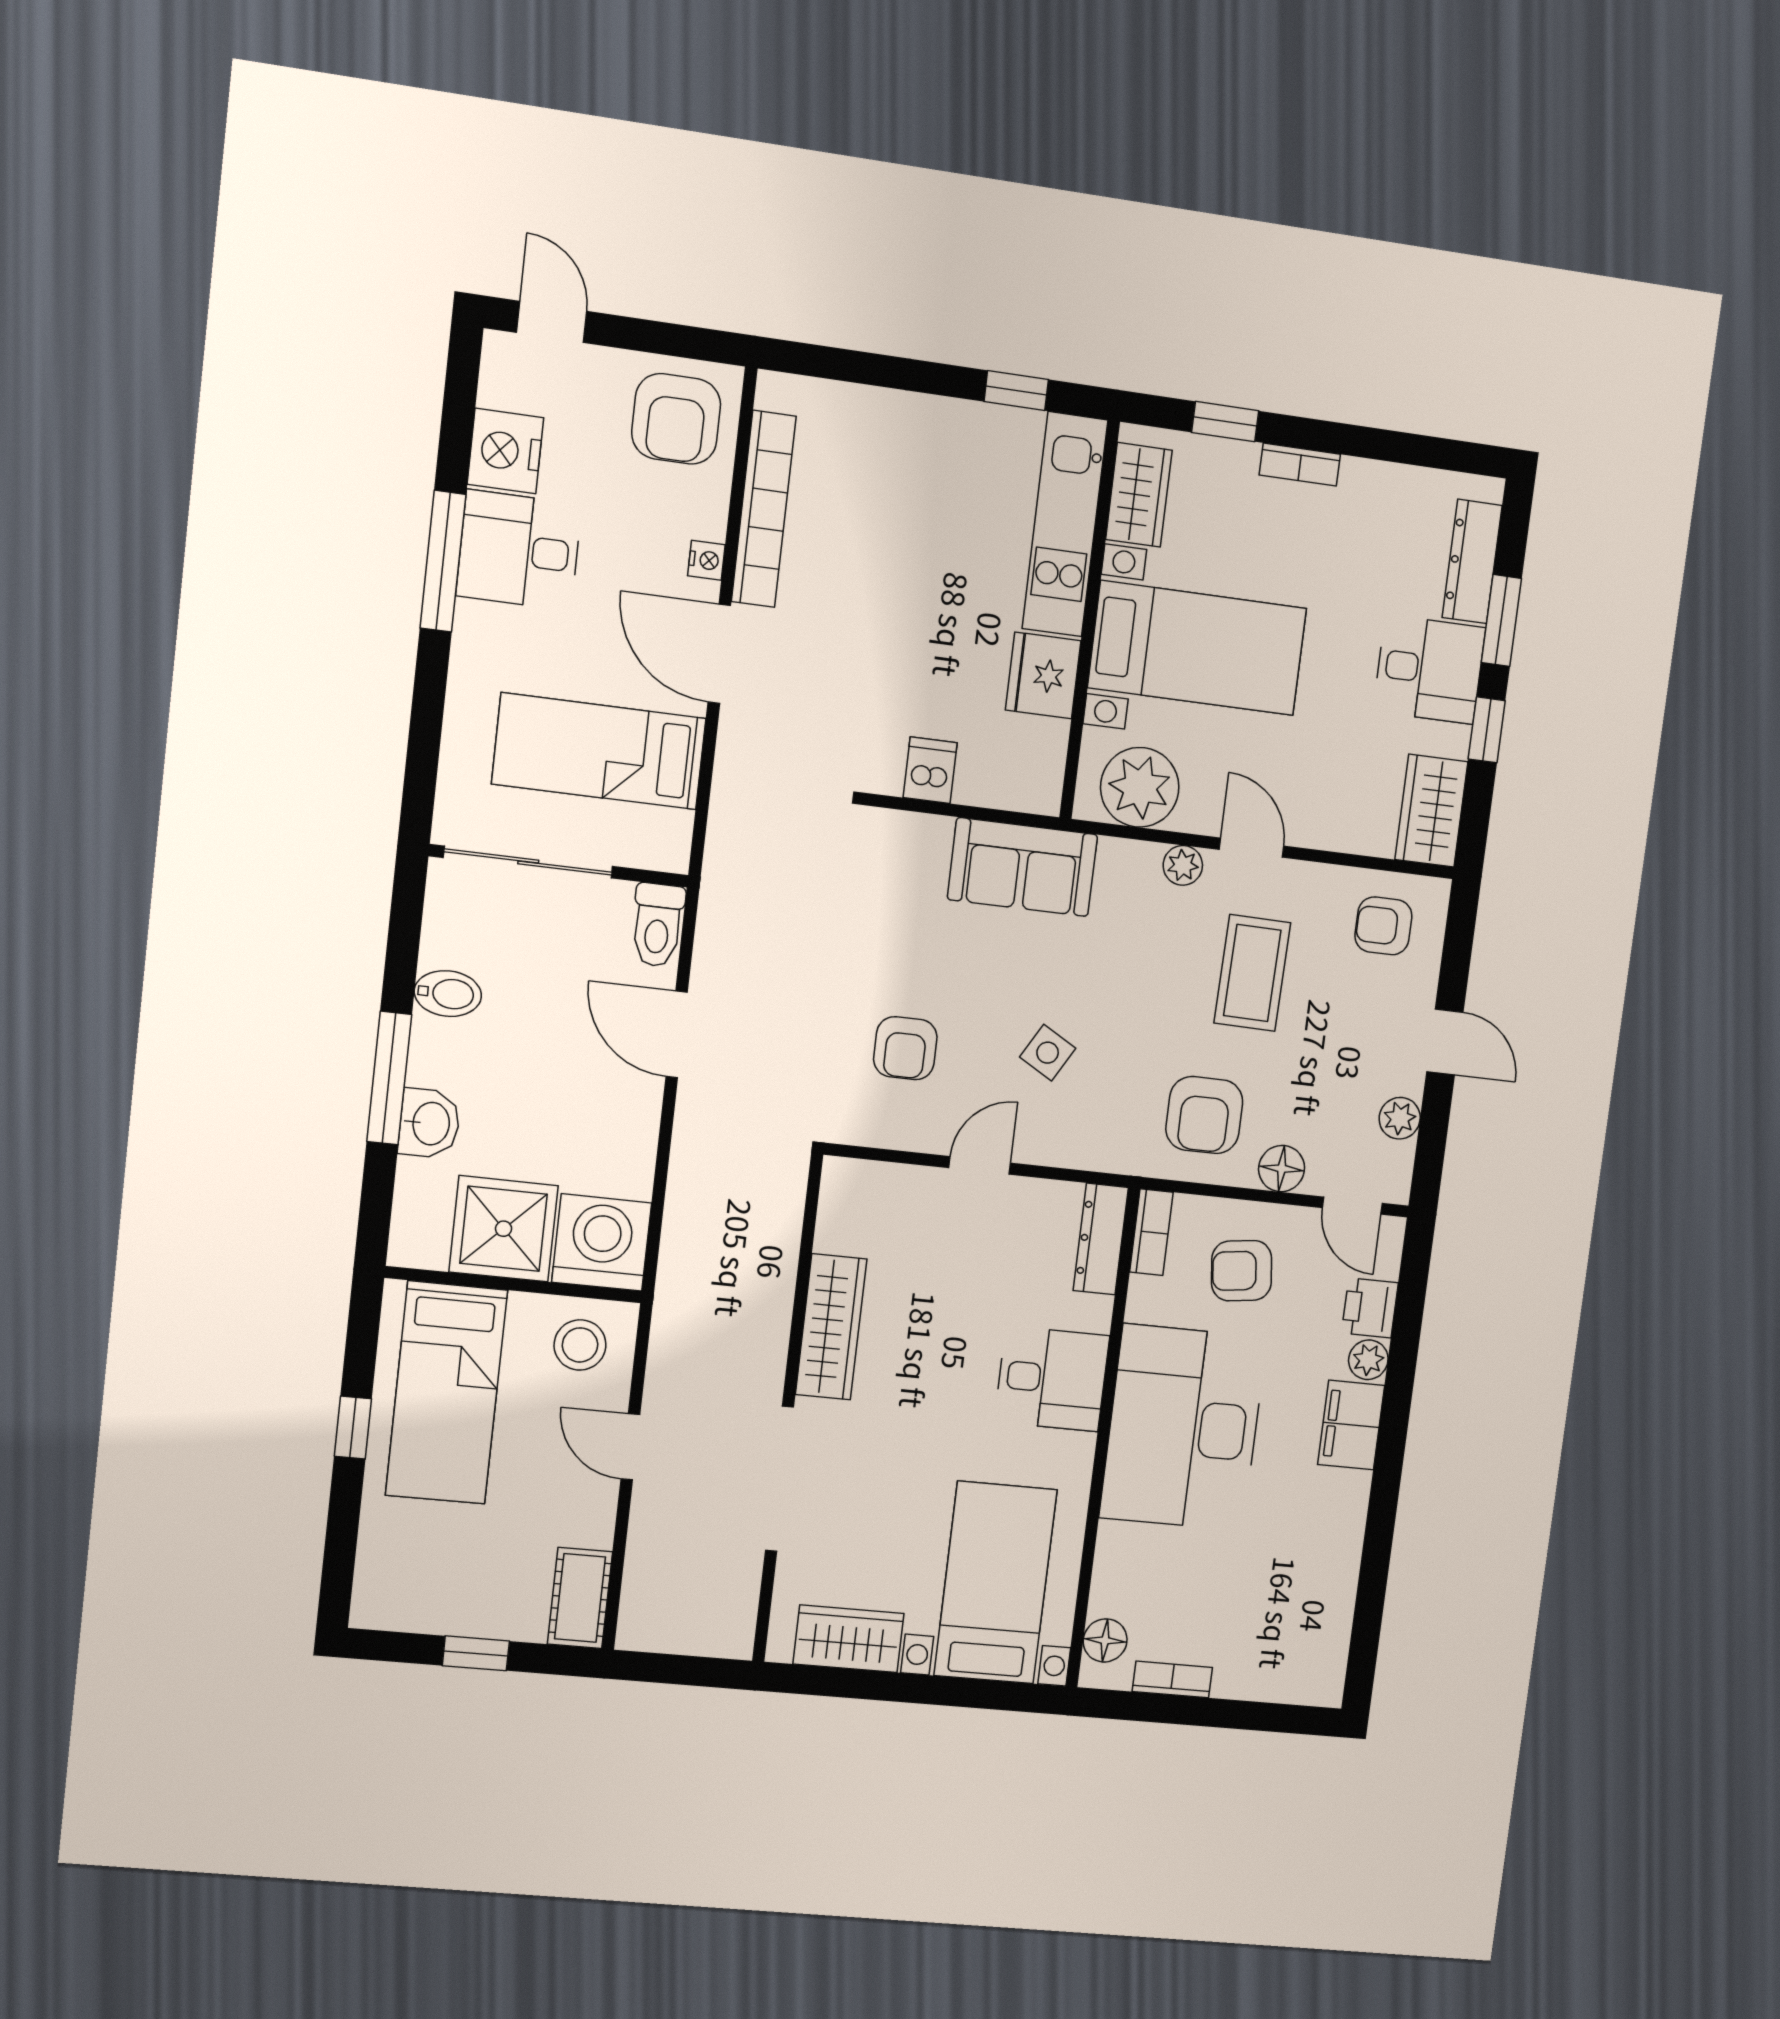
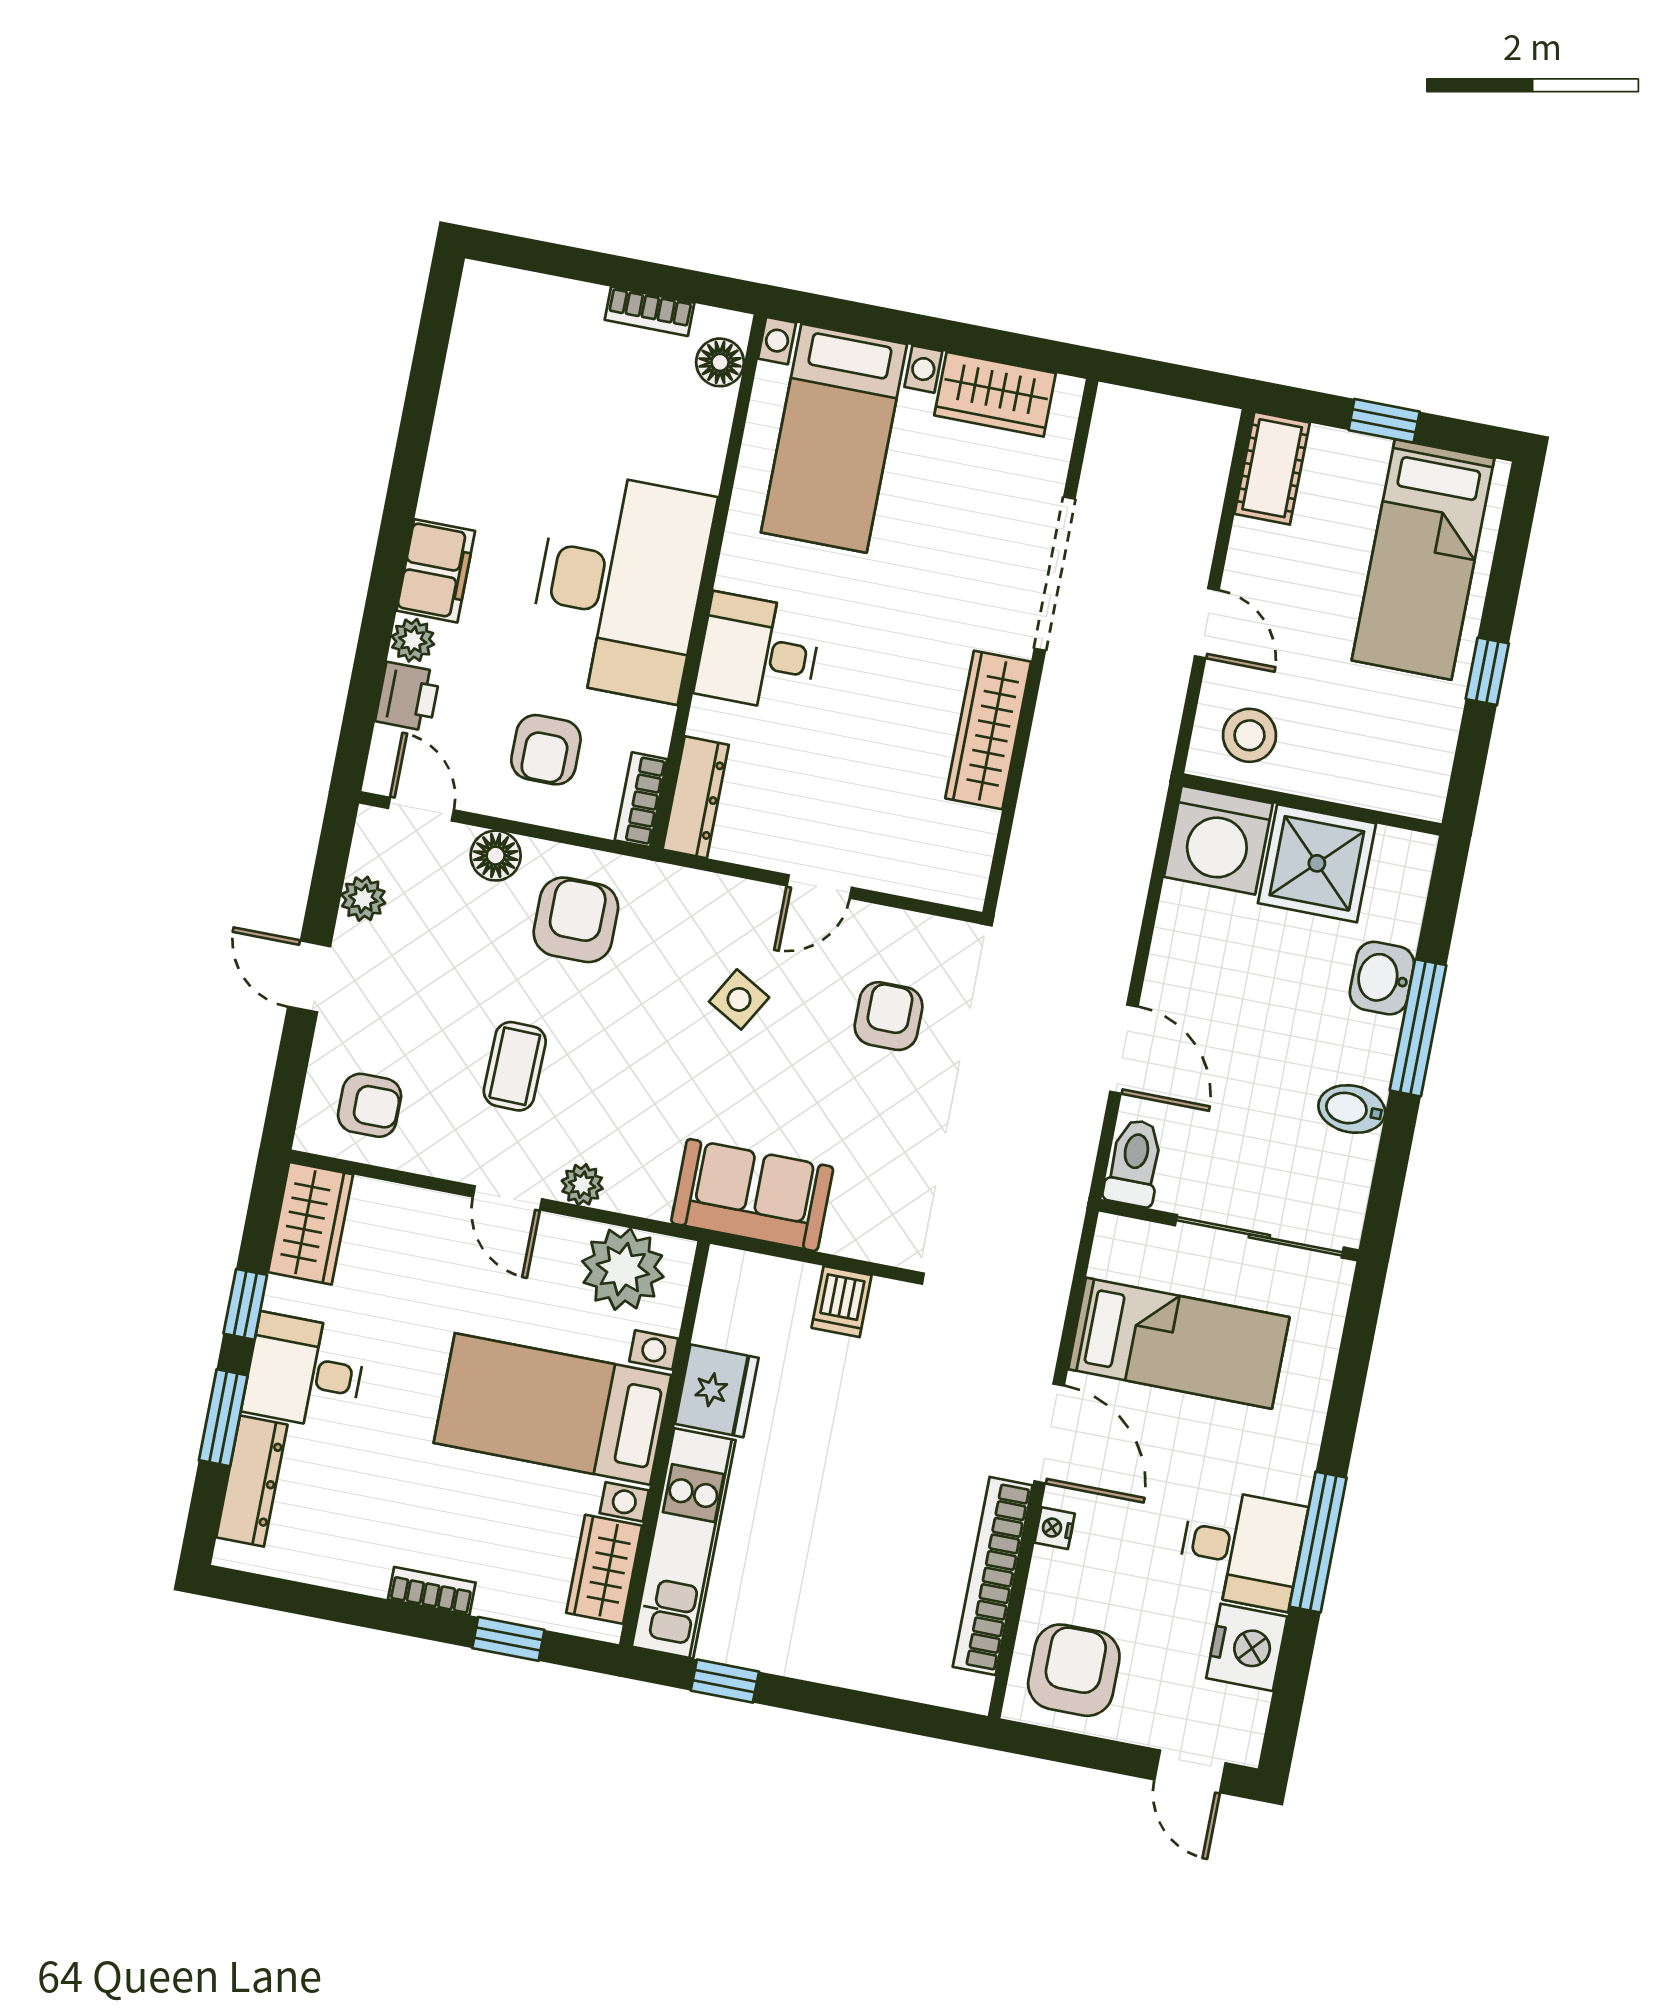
coffee table: (1252, 973) -> (515, 1066), width x0.73, depth x0.77
armchair: (1242, 1271) -> (546, 750), turned 97
bed: (446, 1393) -> (1423, 559), moved, turned 180

